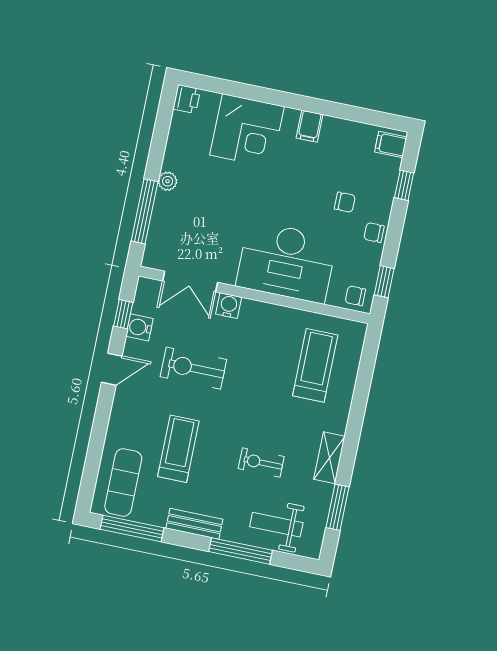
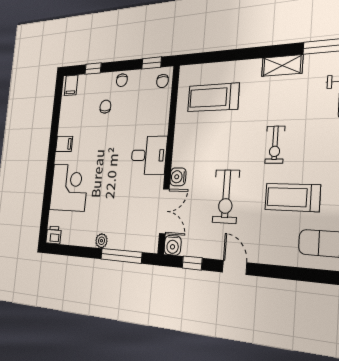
desk: (286, 262) -> (149, 155), width x0.53, depth x0.77
water cooler: (139, 327) -> (173, 245), moved
exercise bike: (261, 463) -> (275, 145), moved

